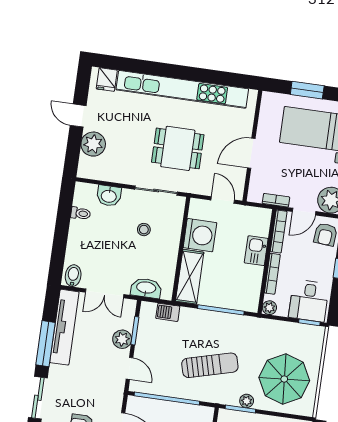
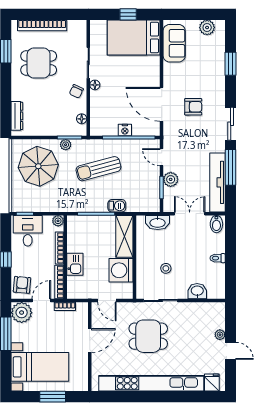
plant: (93, 144) -> (220, 335), width x0.53, depth x0.53
toilet: (81, 213) -> (218, 258), moved
barbecue: (168, 312) -> (117, 206), moved
nightstand: (170, 409) -> (125, 130), added

